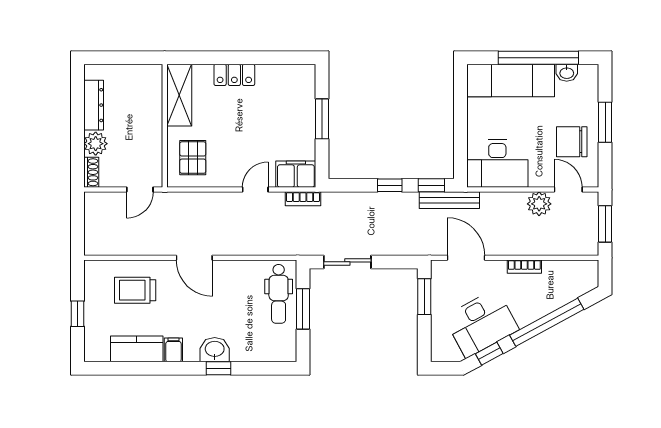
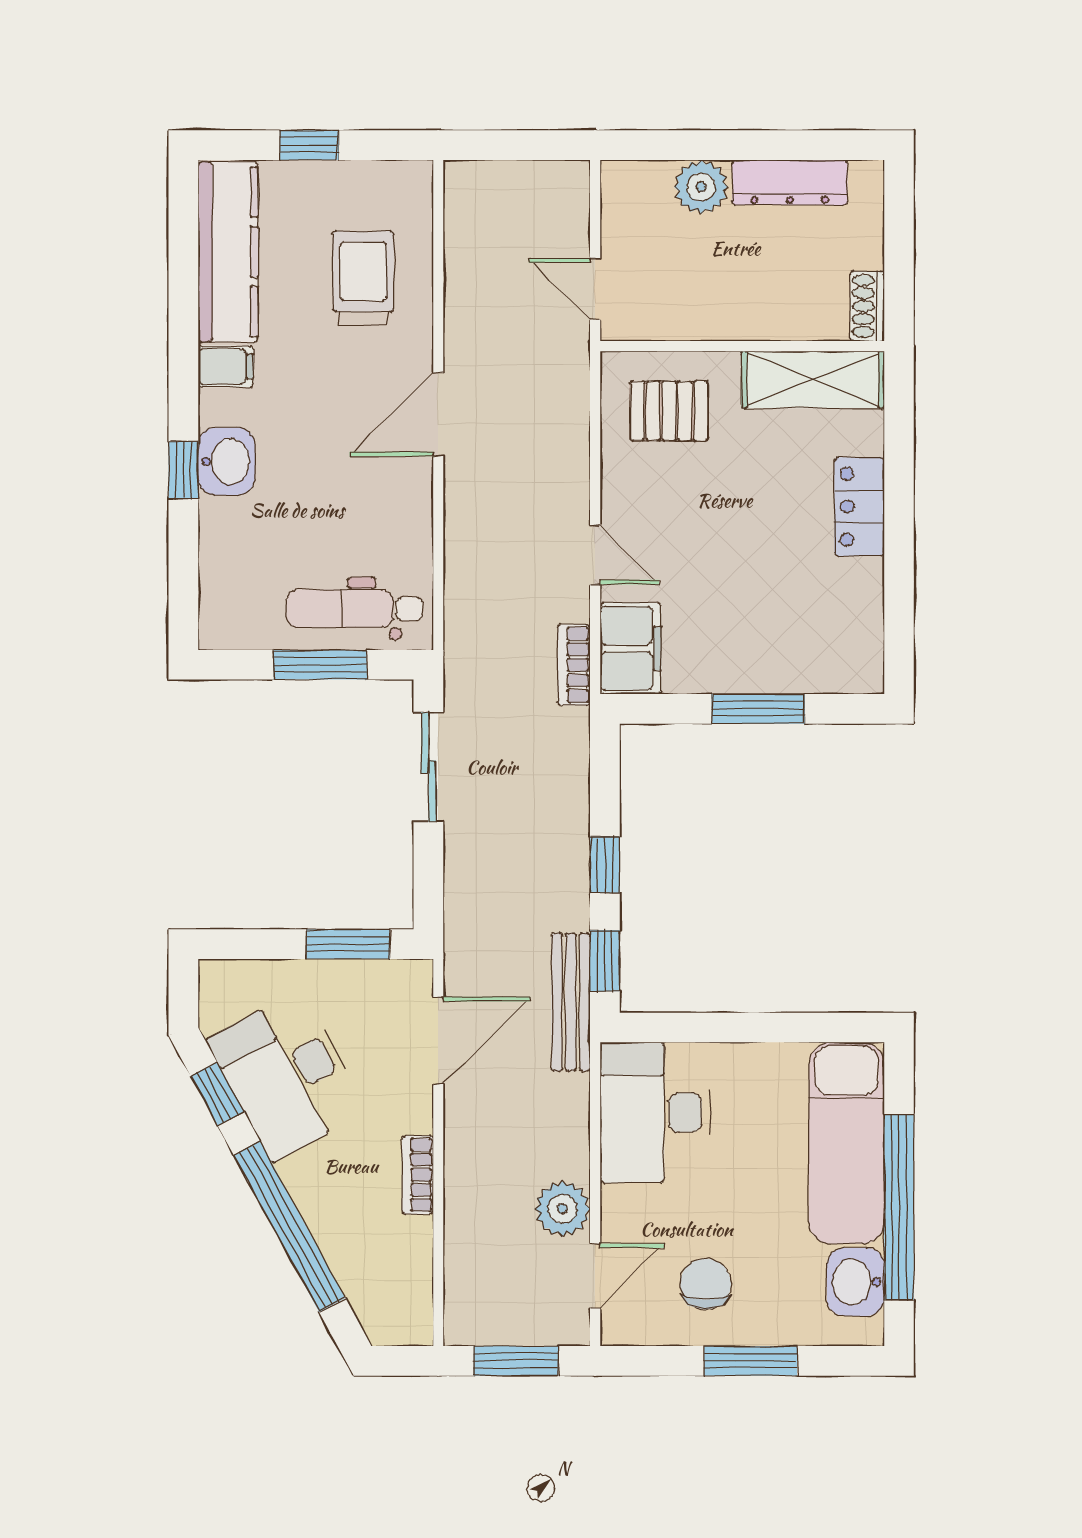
washbasin: (567, 73) -> (856, 1282), width x1.38, depth x1.45
chair: (572, 142) -> (706, 1284), width x0.73, depth x0.73
shoe rack: (91, 172) -> (867, 306), moved, turned 90
kitchen counter: (137, 349) -> (228, 252), width x1.50

